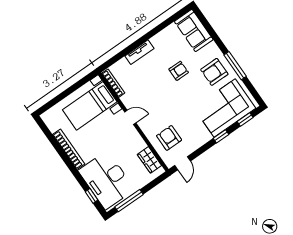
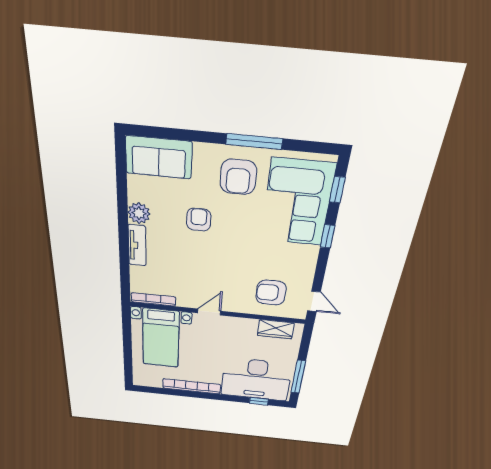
plant: (158, 41) -> (139, 213), added

